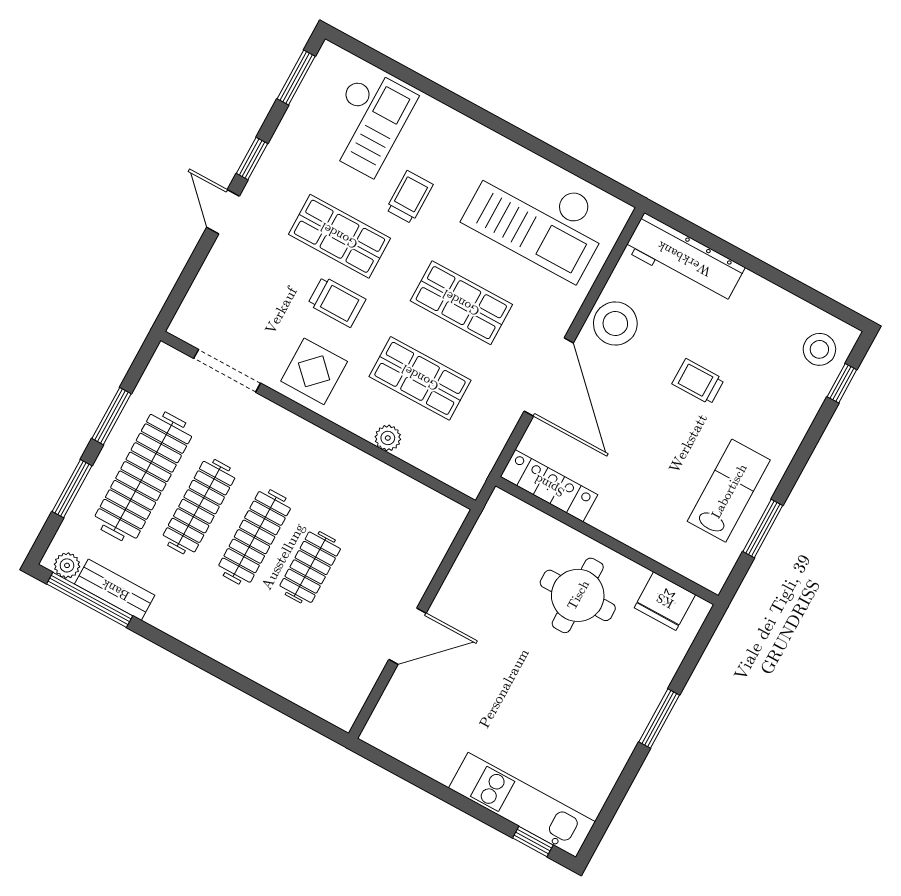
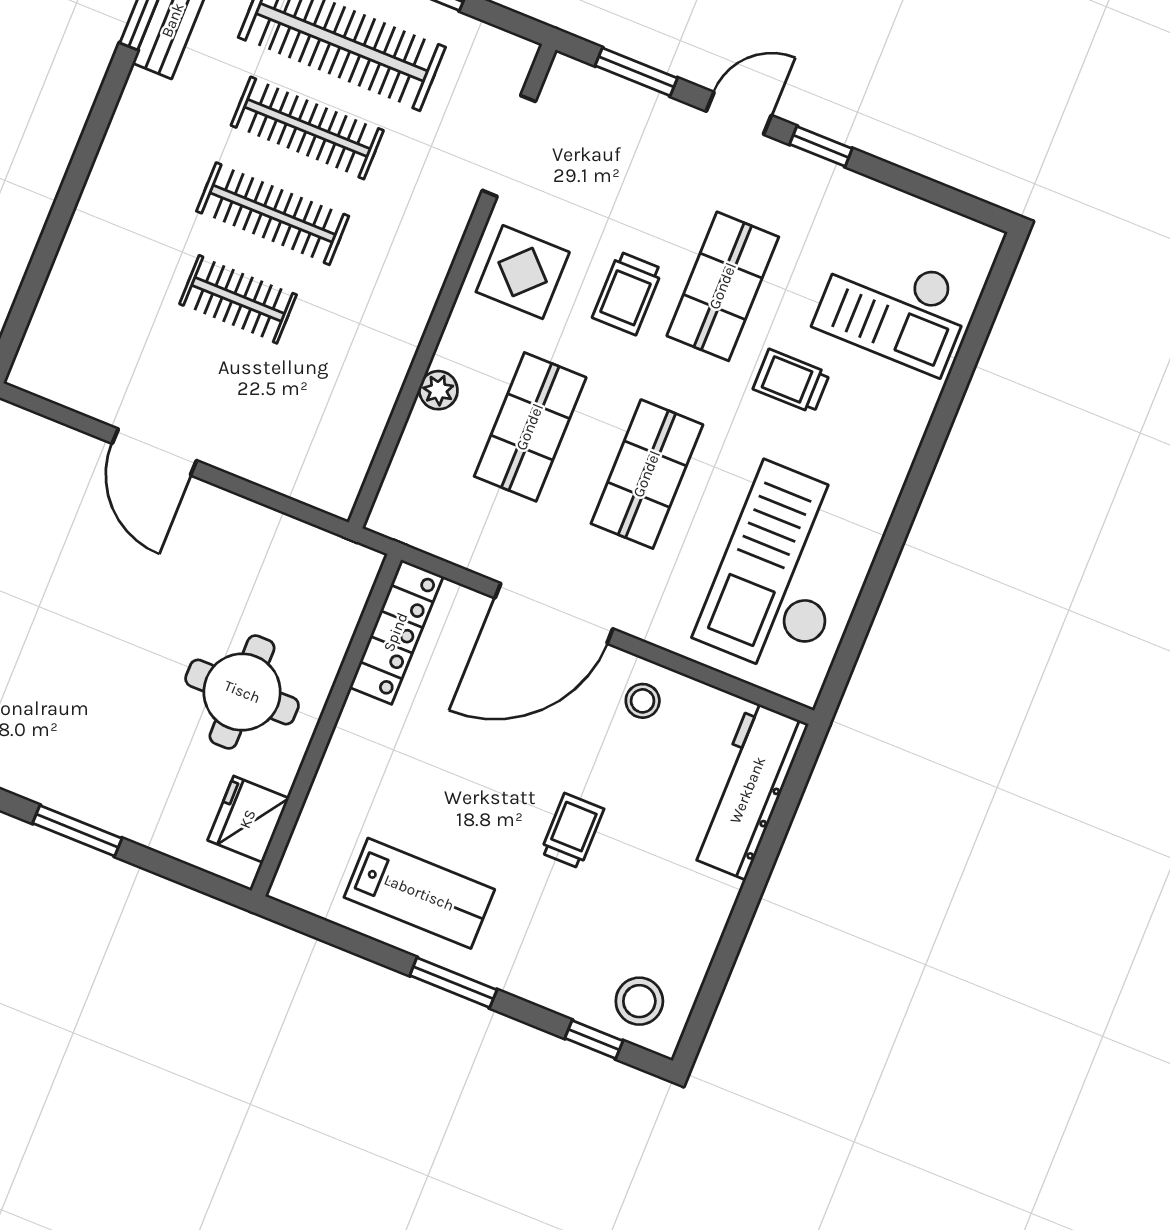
window: (296, 77) -> (636, 72), moved
trolley: (409, 197) -> (791, 381), turned 180
stool: (615, 324) -> (643, 701), width x0.53, depth x0.53
window: (763, 528) -> (453, 983), moved

